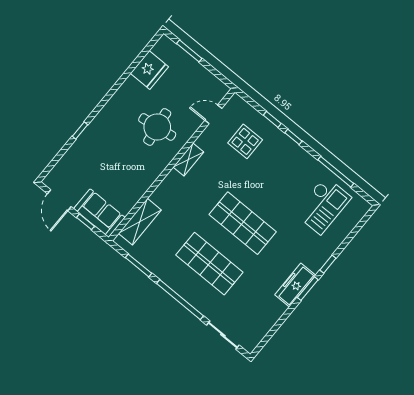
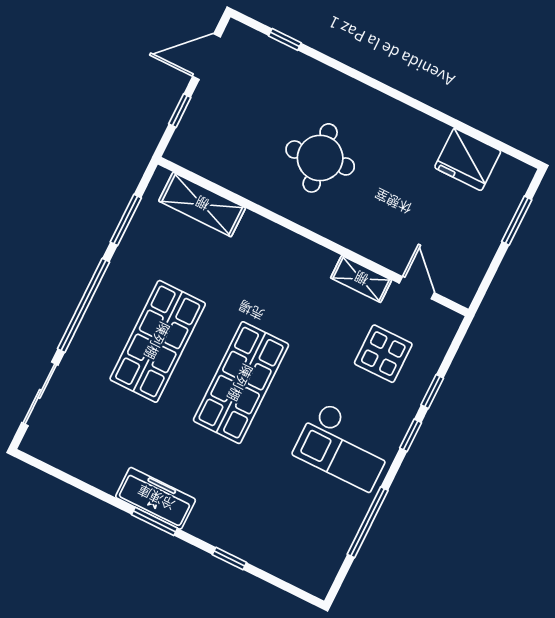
round table: (157, 127) -> (320, 158), moved
window: (80, 131) -> (285, 39), moved
shelving: (188, 160) -> (361, 279), moved
checkout: (323, 205) -> (344, 446), moved
sofa: (99, 213) -> (200, 131), removed
window: (328, 264) -> (229, 559), moved

